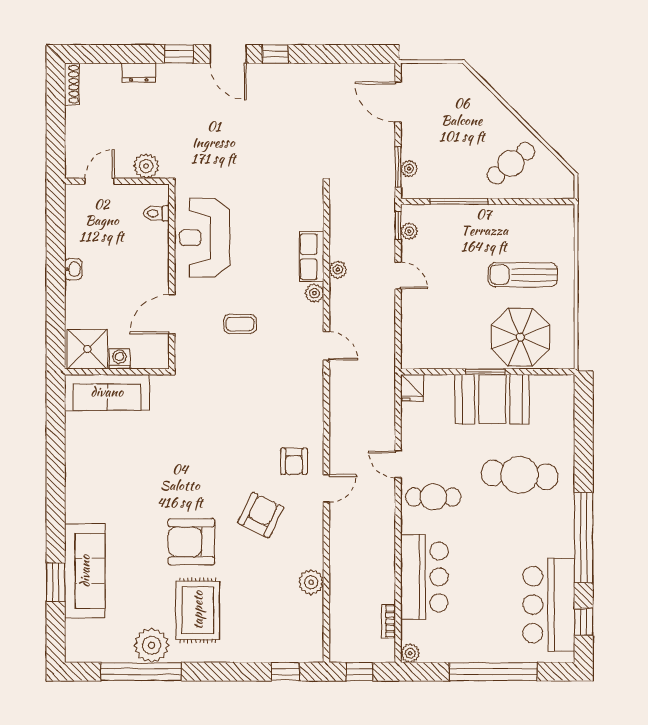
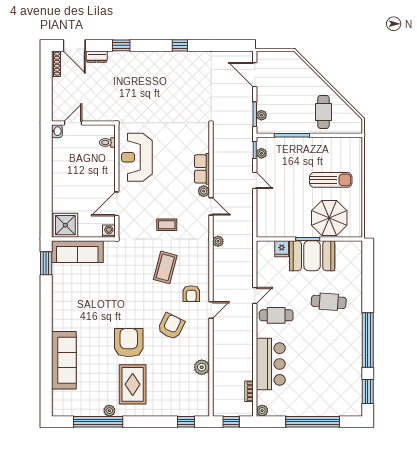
door: (228, 54) -> (74, 45), moved
cafe table: (511, 163) -> (323, 112), turned -51
plant: (146, 166) -> (101, 114), removed
washbasin: (73, 269) -> (57, 131), moved
plant: (338, 270) -> (218, 241), moved
sun lounger: (523, 275) -> (331, 180), turned 180
coffee table: (240, 324) -> (167, 225), moved
door: (326, 346) -> (211, 206), moved
washing machine: (119, 359) -> (109, 231), moved
fridge: (412, 388) -> (282, 249), moved
coffee table: (251, 418) -> (165, 267), added
door: (398, 464) -> (255, 295), swing flipped
cafe table: (520, 475) -> (329, 302), width x0.73, depth x0.74
armchair: (191, 542) -> (129, 343), turned 90
window: (56, 582) -> (46, 263), moved
bar counter: (549, 605) -> (347, 381), removed
window: (584, 622) -> (368, 391), width x1.50
plant: (151, 645) -> (109, 411), width x0.53, depth x0.53

